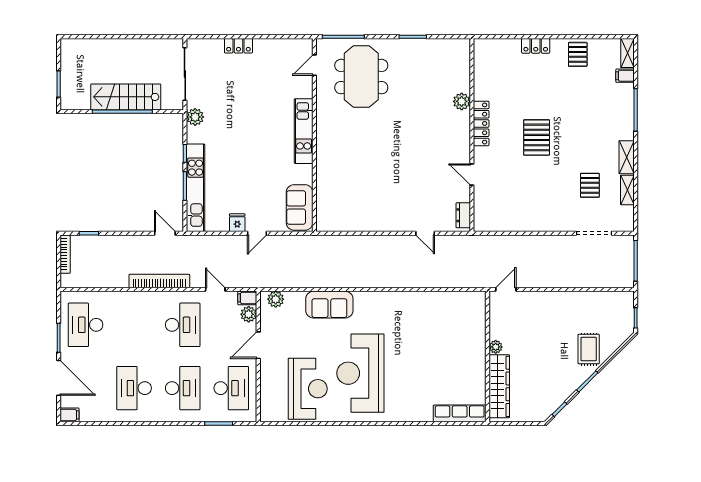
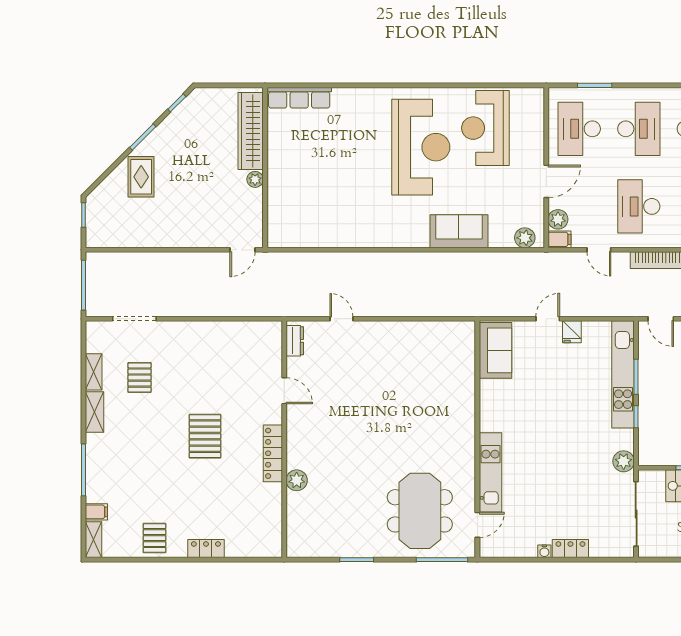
water cooler: (260, 44) -> (544, 551), added
kitchen unit: (304, 131) -> (490, 472), moved
desk: (183, 388) -> (639, 129), turned 180

